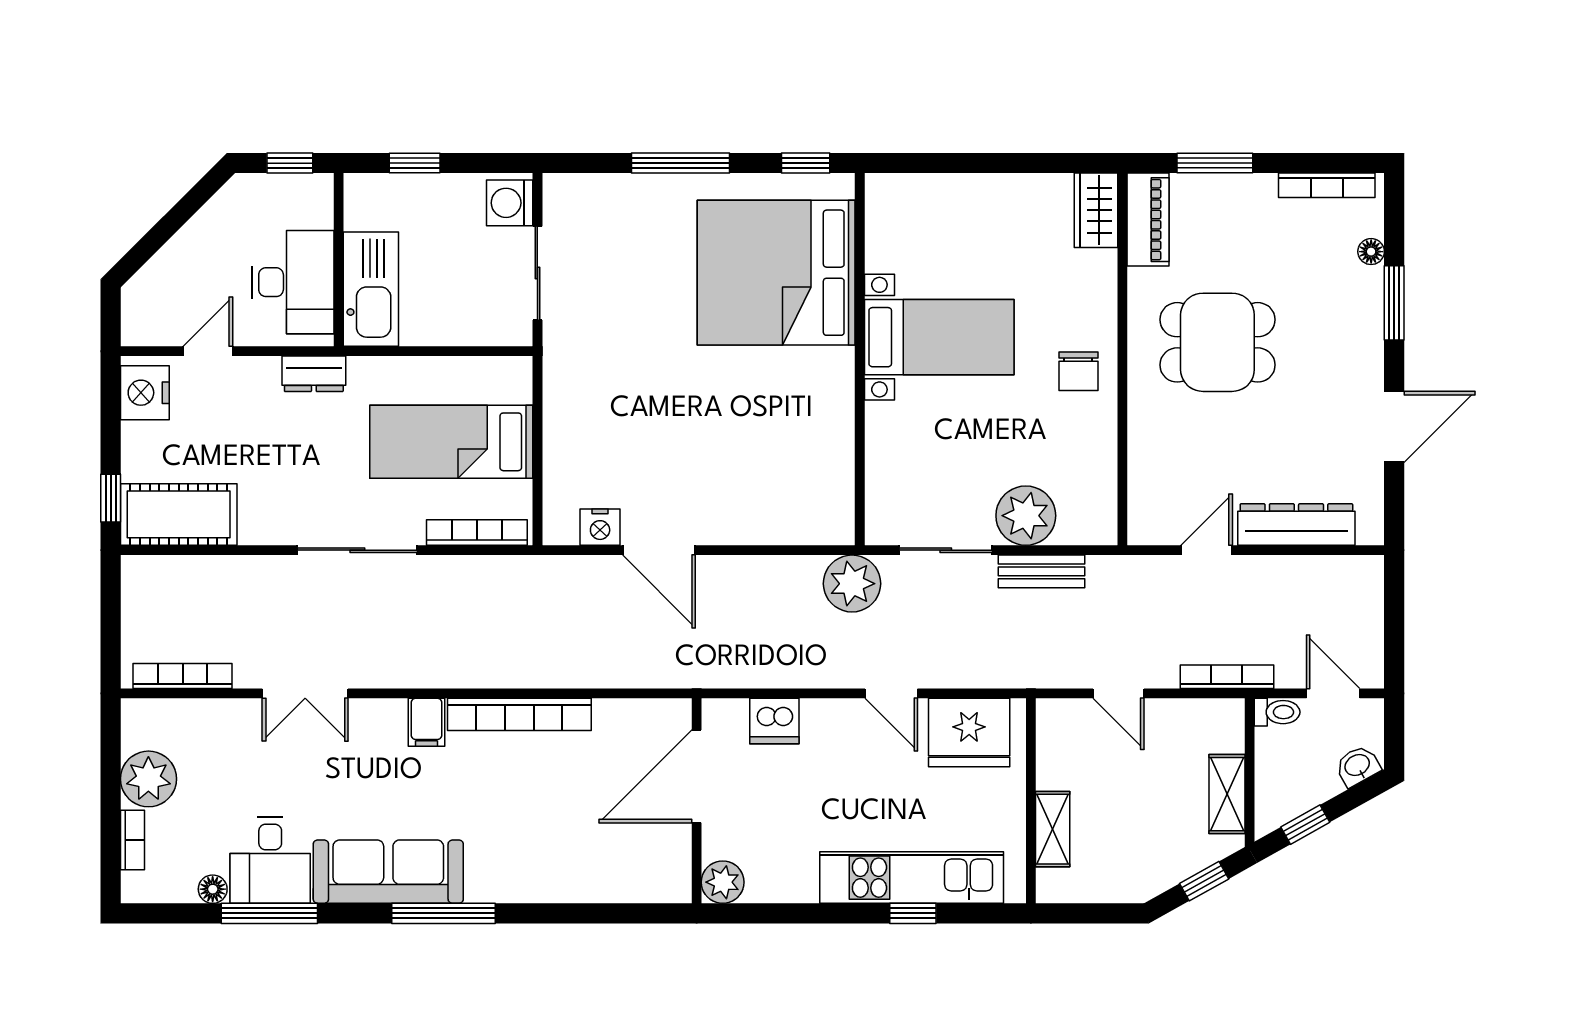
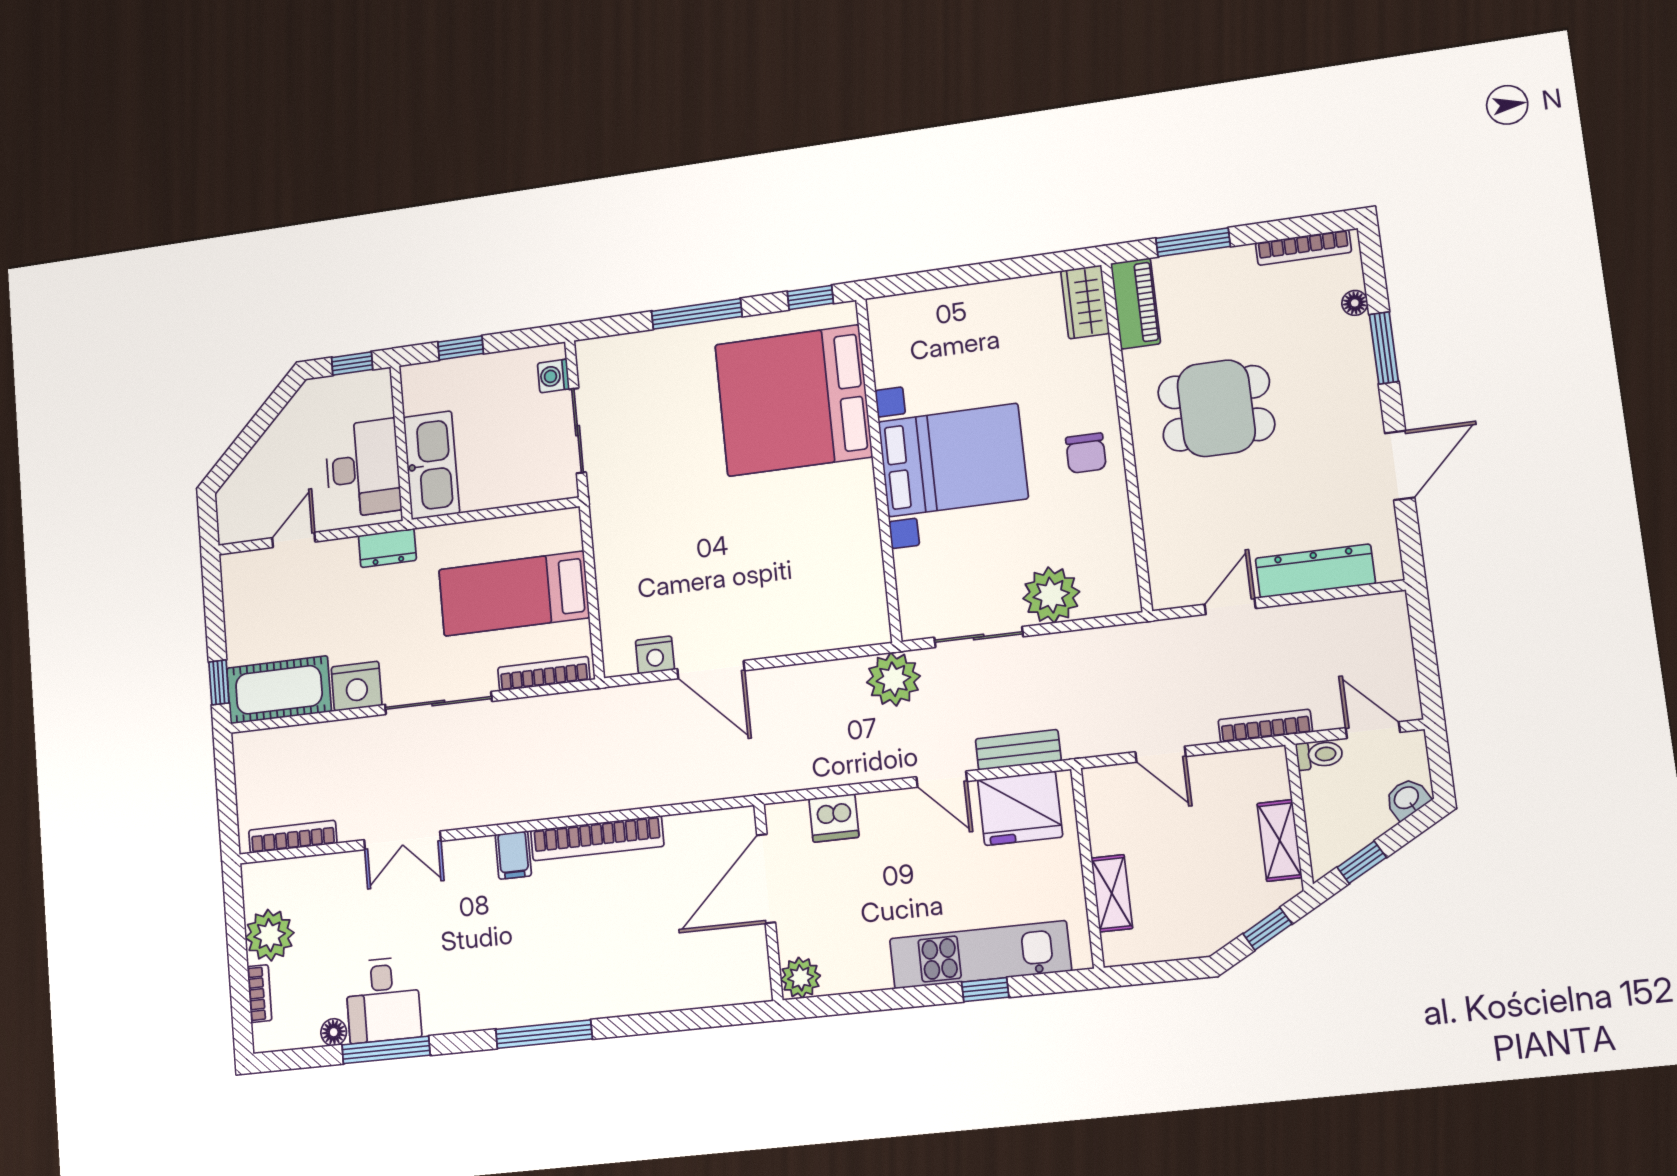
washing machine: (510, 203) -> (553, 376), width x0.73, depth x0.73
bed with nightstands: (939, 337) -> (953, 460), width x1.36
nightstand: (145, 393) -> (357, 686), moved, turned -90
bench: (1041, 571) -> (1018, 750), moved
sofa: (388, 872) -> (490, 999), removed

